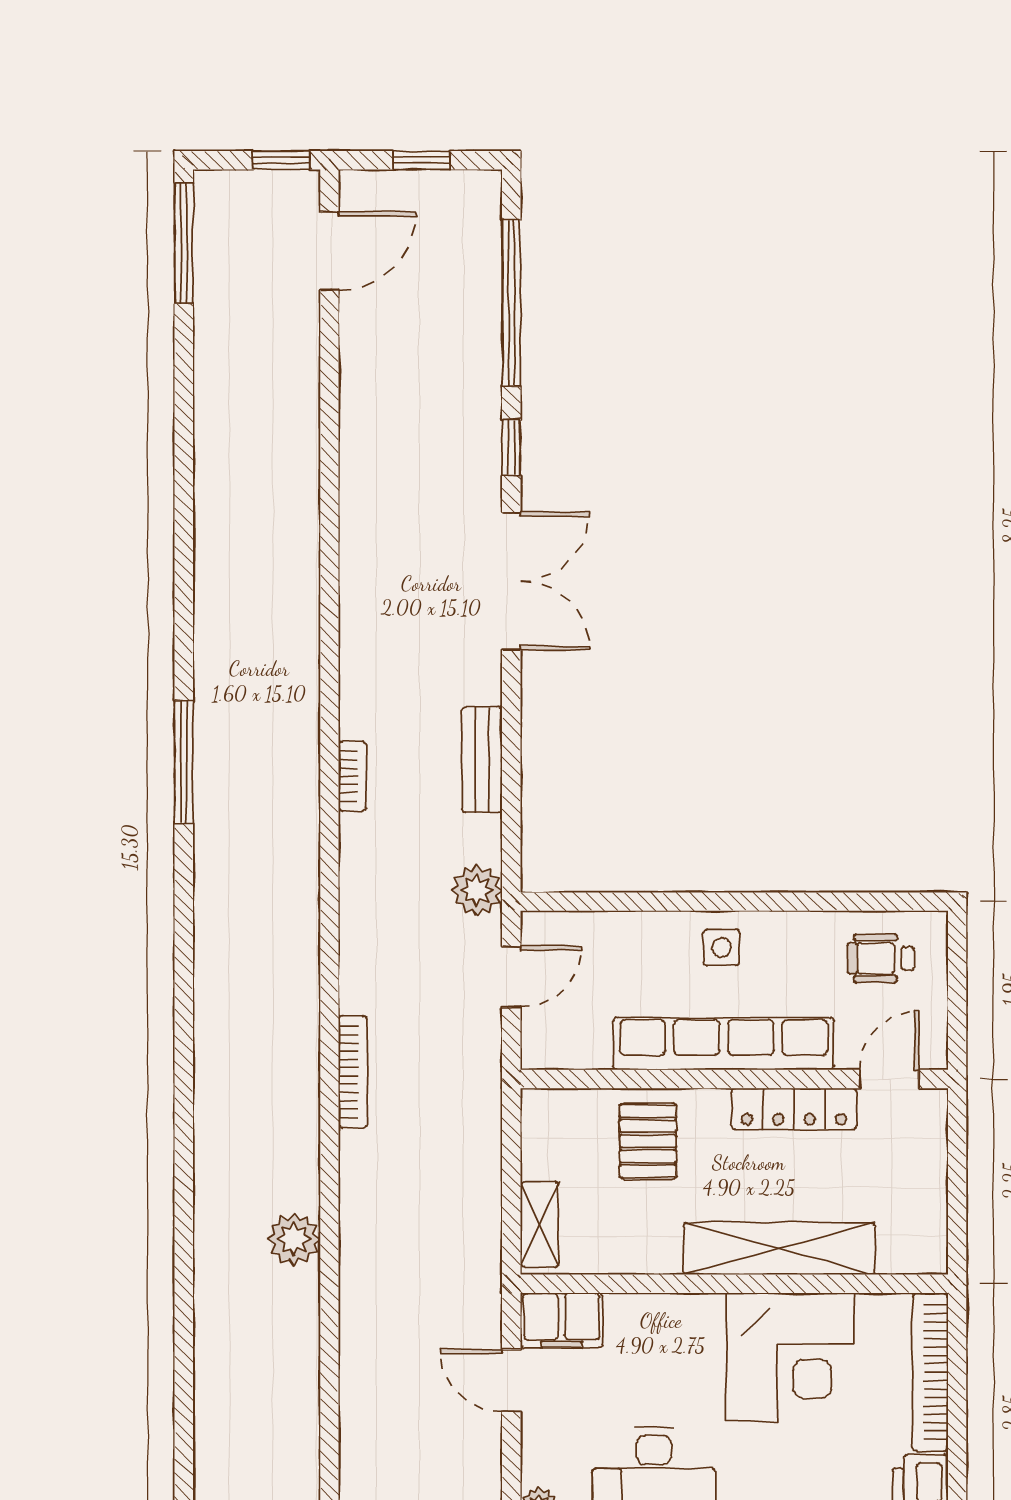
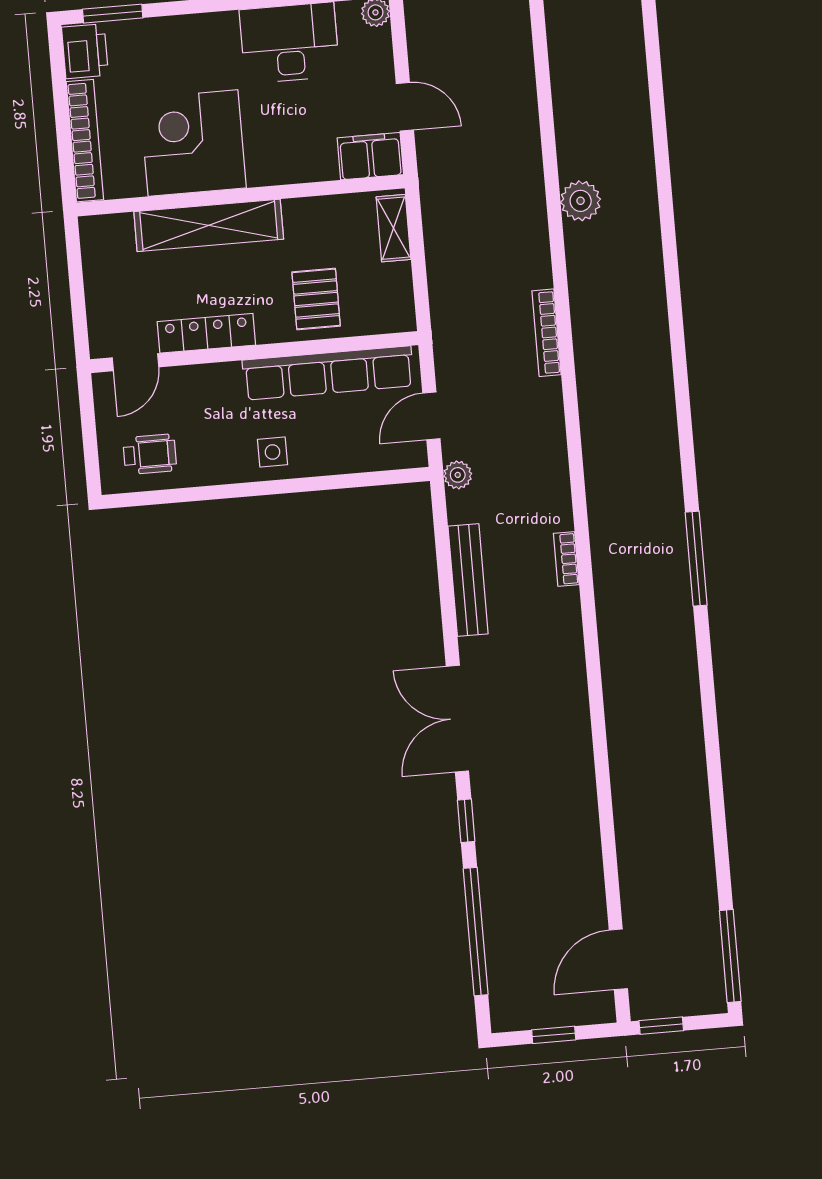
bench: (482, 760) -> (468, 580), width x1.36
plant: (477, 890) -> (458, 475), width x0.73, depth x0.73
row of seats: (724, 1044) -> (328, 373), moved

